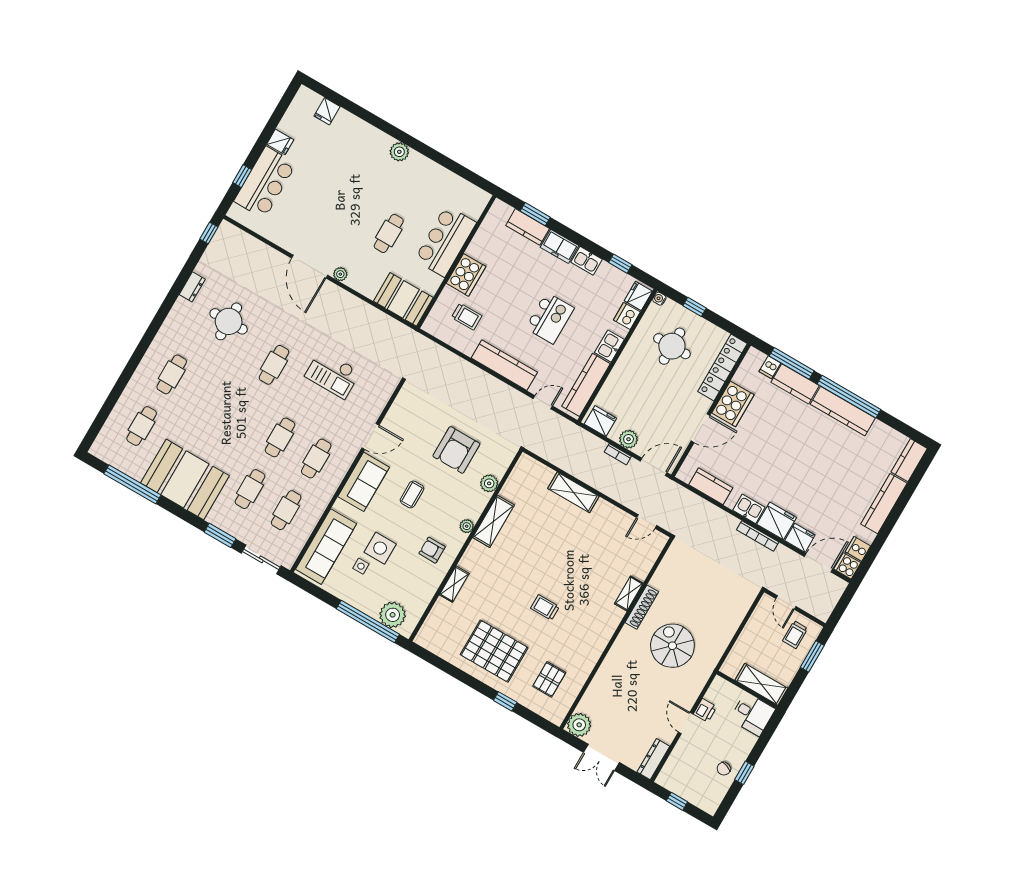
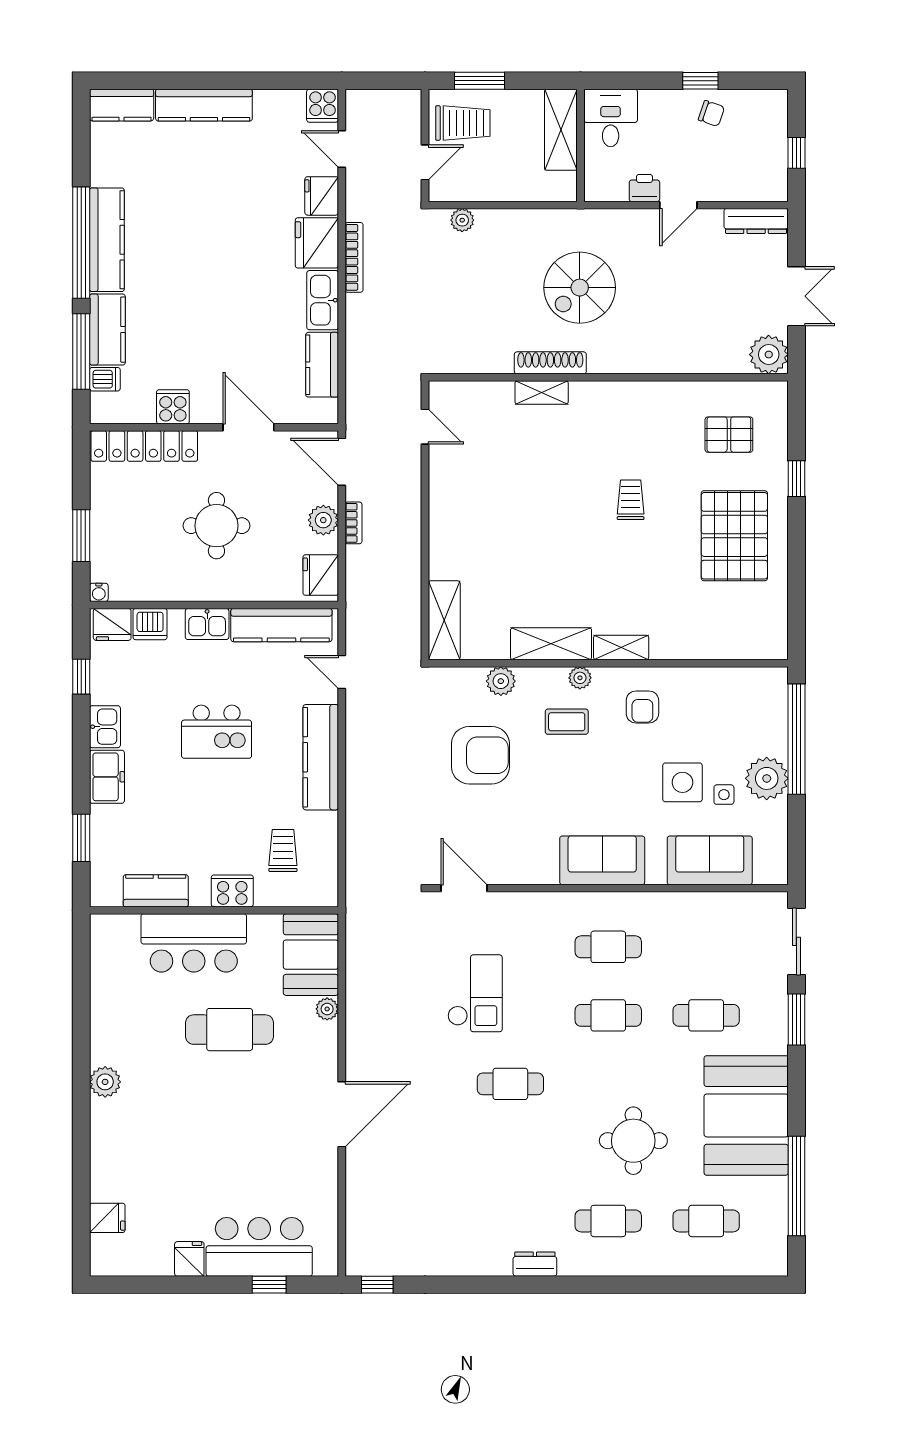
kitchen counter: (528, 227) -> (156, 891), moved, turned -90
cafe table: (389, 233) -> (230, 1030), width x1.37, depth x1.35
plant: (340, 274) -> (327, 1009), moved
cooker: (466, 275) -> (232, 891), width x0.73, depth x0.76
dresser: (192, 287) -> (535, 1264), moved
window: (695, 307) -> (81, 536), width x1.50
kitchen island: (550, 318) -> (217, 732), turned 180
round table: (229, 321) -> (633, 1141), moved
round table: (672, 346) -> (216, 526), moved
cooker: (733, 404) -> (173, 407), width x0.53, depth x0.76
door: (370, 436) -> (464, 888), moved
shelving: (573, 492) -> (444, 620), moved
coffee table: (412, 494) -> (567, 722), moved
kitchen sink: (749, 509) -> (323, 300), width x1.38
cafe table: (286, 510) -> (706, 947), removed
sofa: (326, 547) -> (710, 860), width x0.73
cooker: (858, 549) -> (290, 105), removed
door: (818, 563) -> (342, 149), width x0.73
shelving: (454, 584) -> (621, 648), moved
plant: (744, 604) -> (462, 220), added
trolley: (545, 607) -> (631, 500), turned 180
plant: (393, 615) -> (767, 778), moved
trolley: (795, 635) -> (463, 123), width x1.36, depth x1.39

